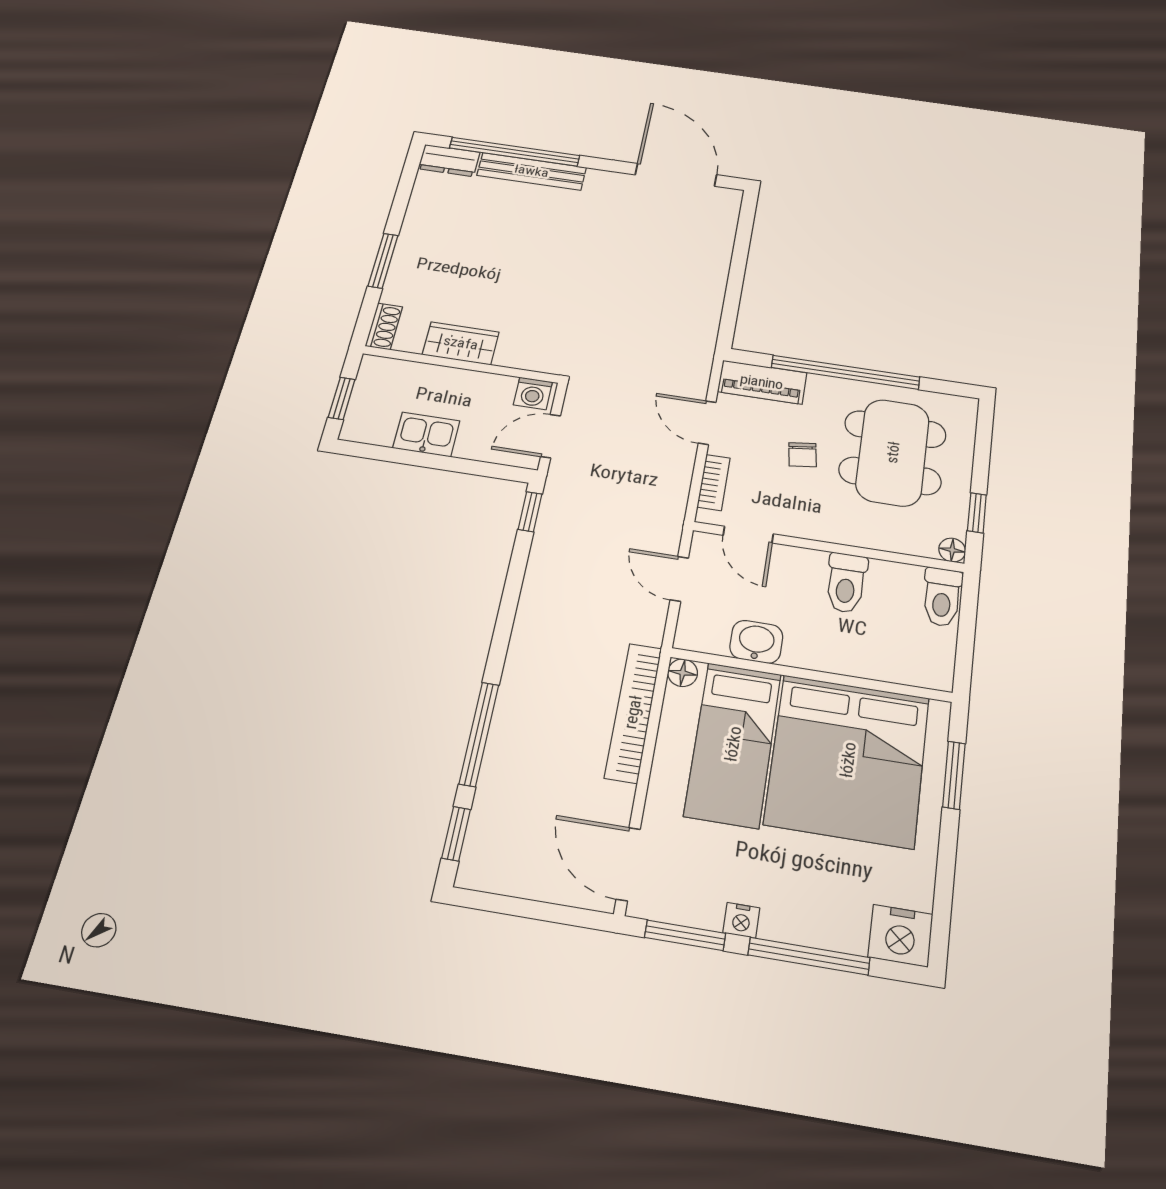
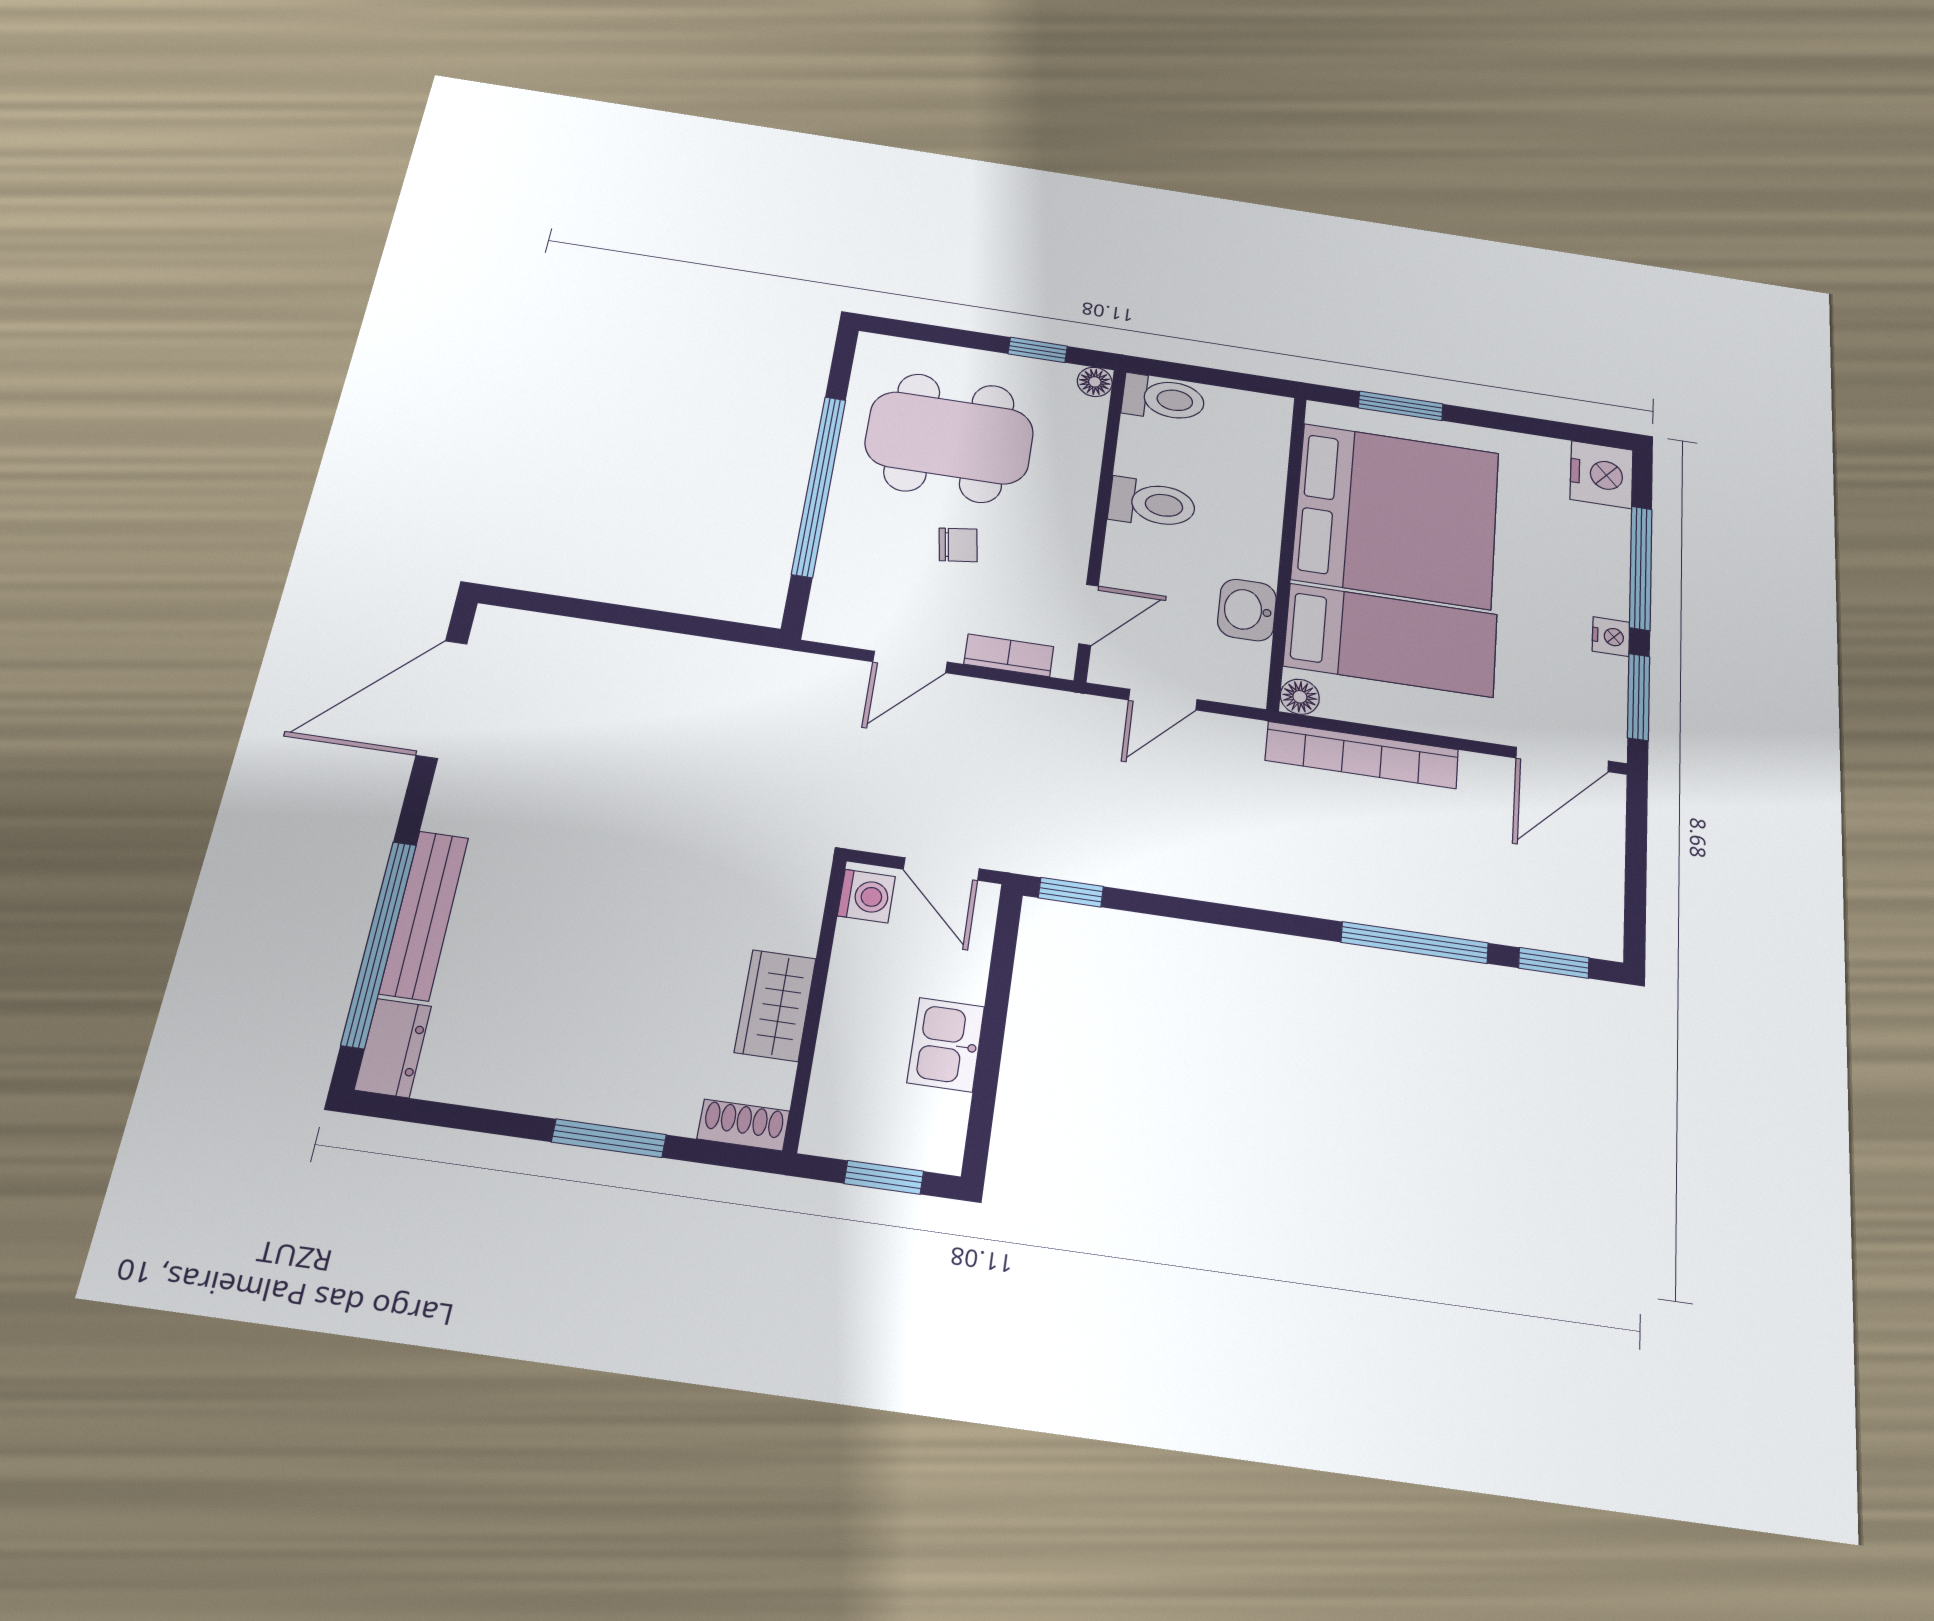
piano: (762, 382) -> (838, 590), removed

